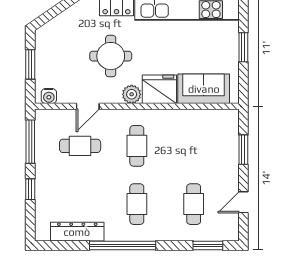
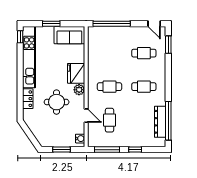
sofa: (204, 89) -> (69, 35), moved, turned -90
window: (243, 150) -> (112, 24), width x2.11
door: (243, 202) -> (154, 24), moved
window: (123, 245) -> (168, 121), moved

